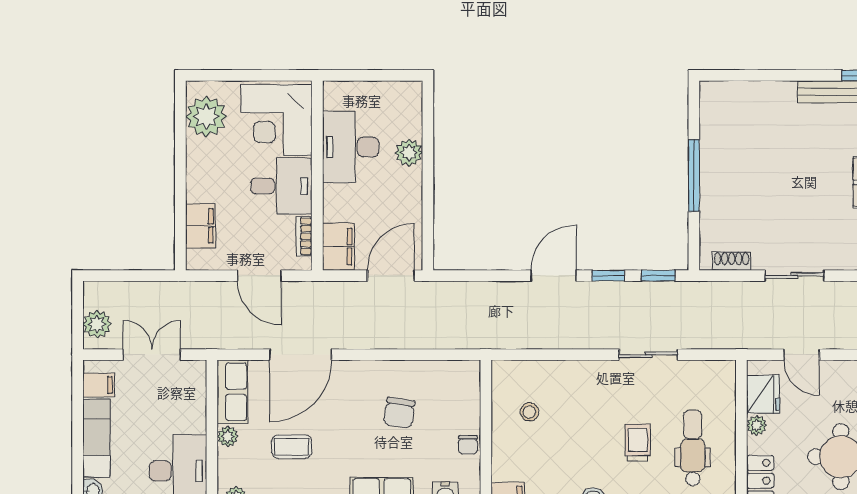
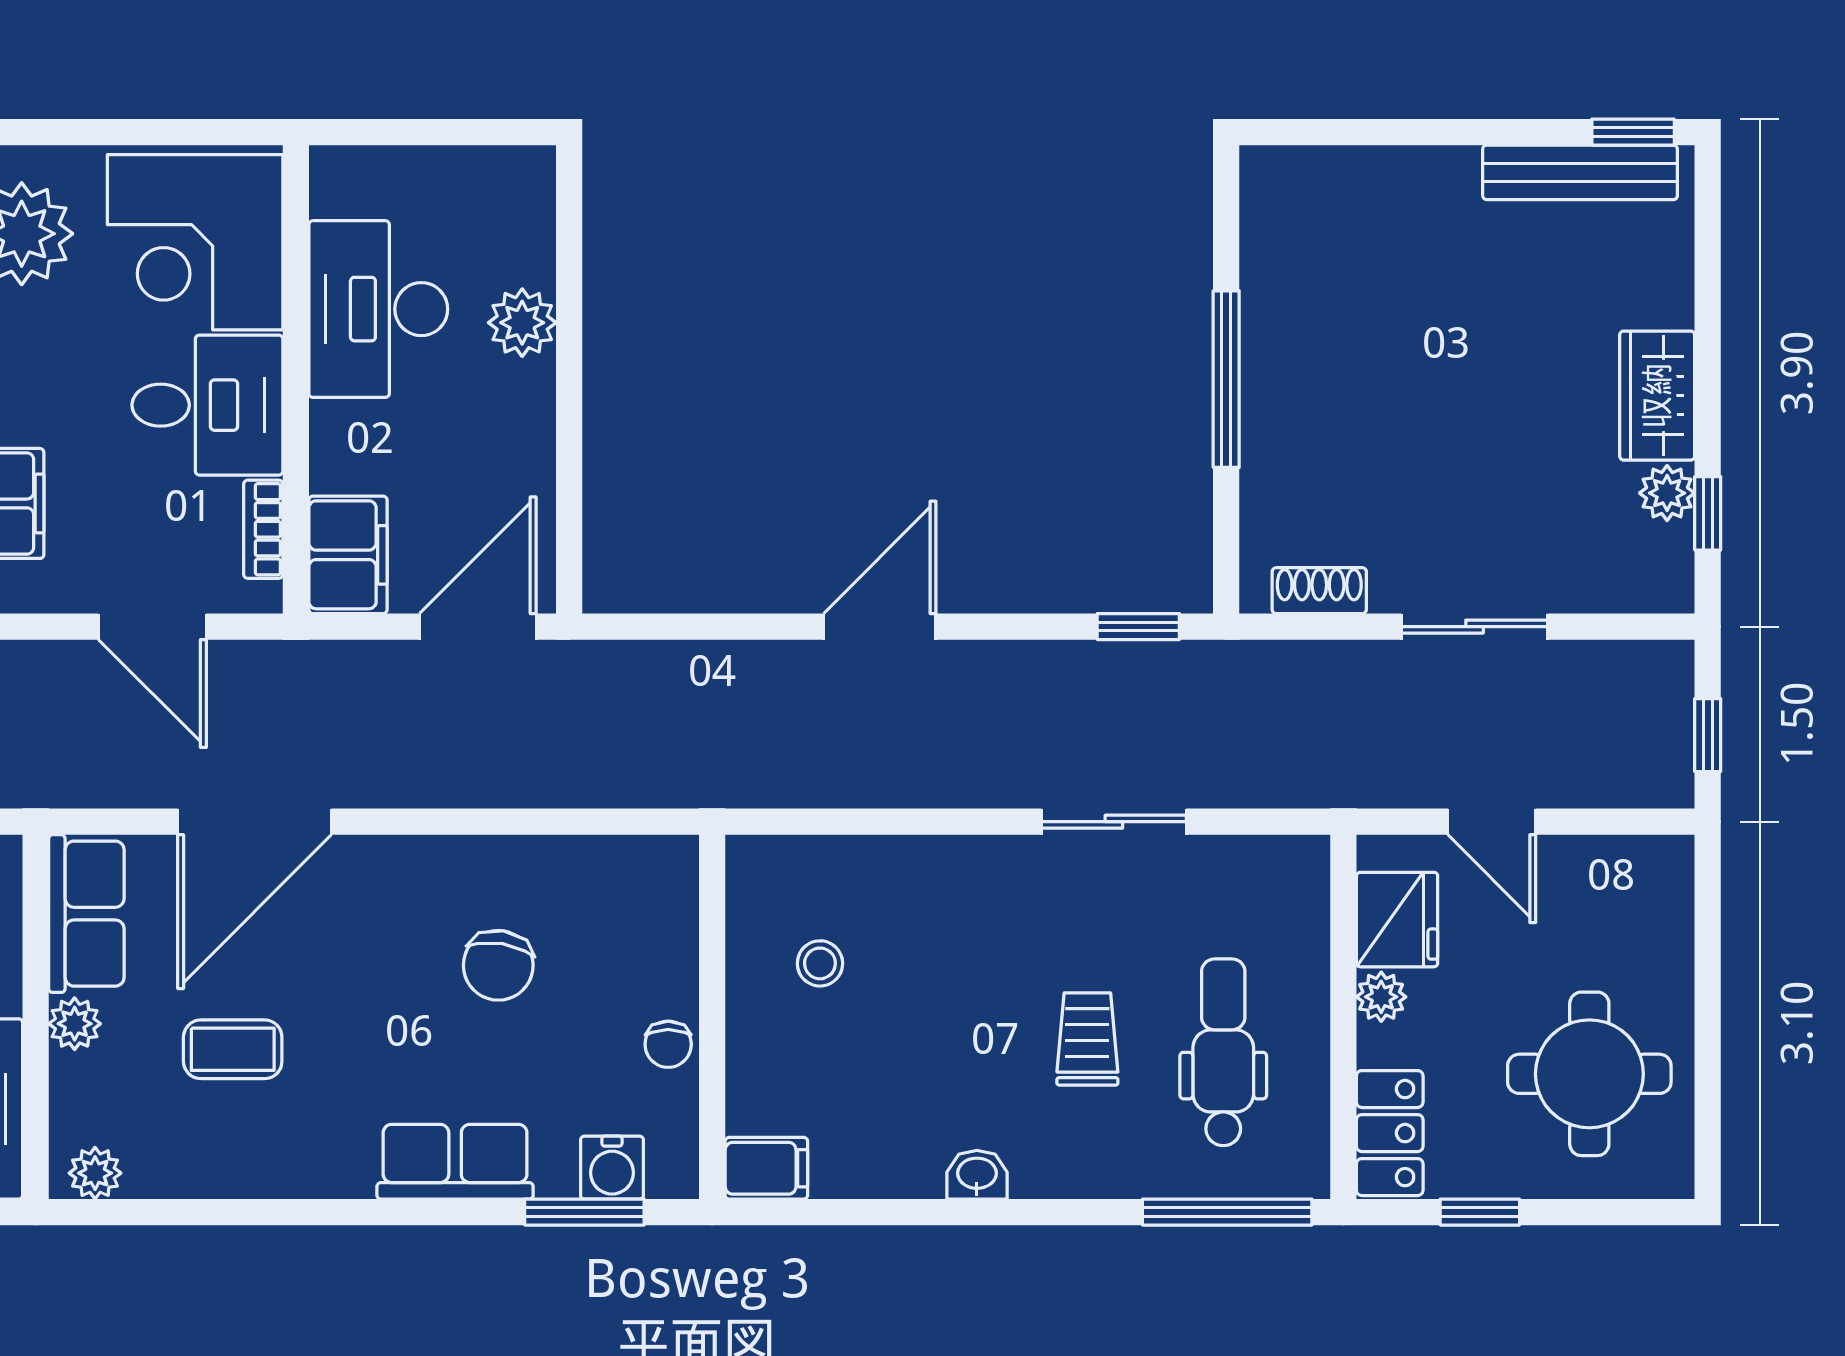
window: (608, 276) -> (1014, 627), removed

